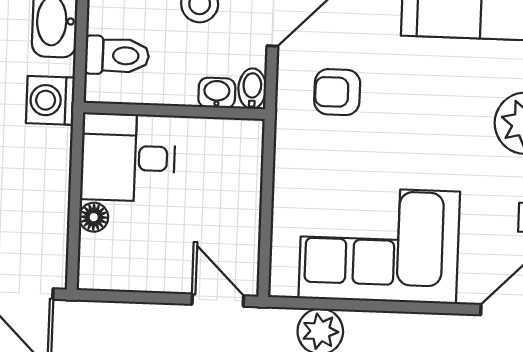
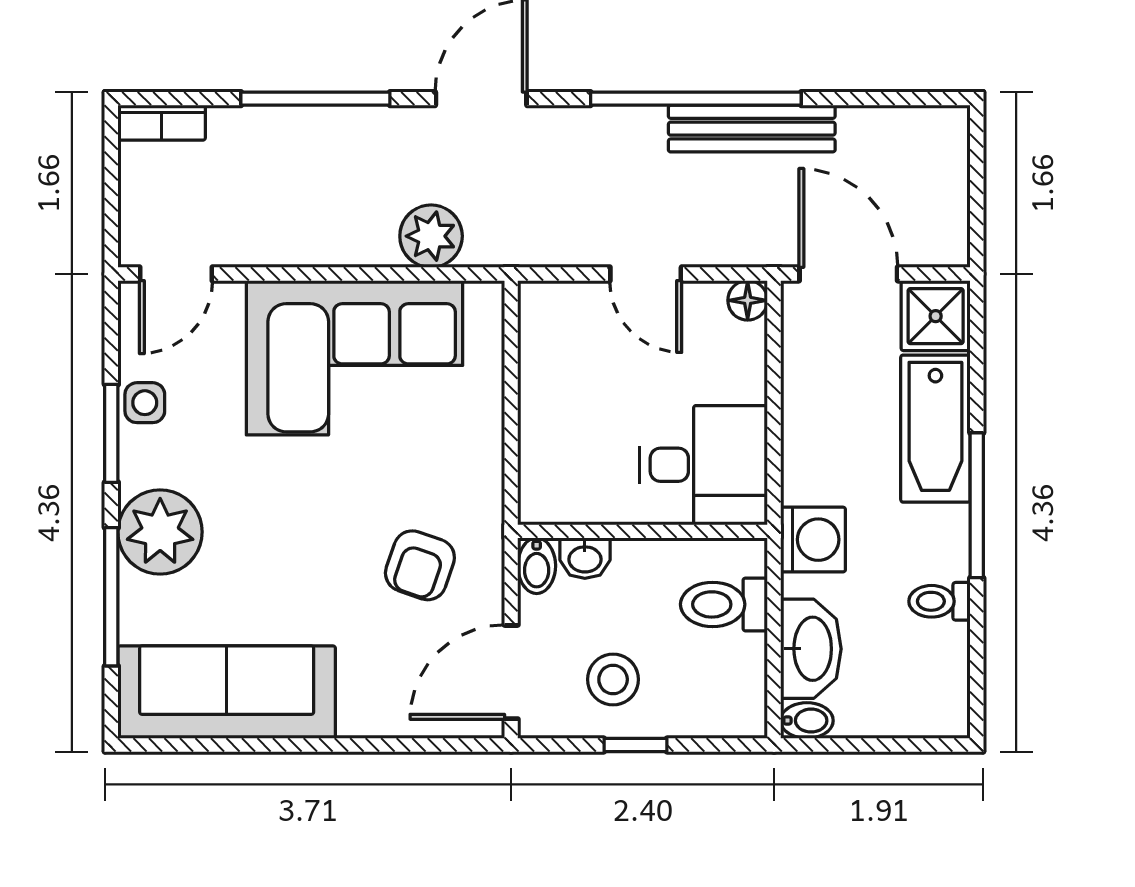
armchair: (337, 92) -> (420, 565), turned 109
floor lamp: (94, 217) -> (748, 300), moved
door: (218, 300) -> (646, 274), moved

